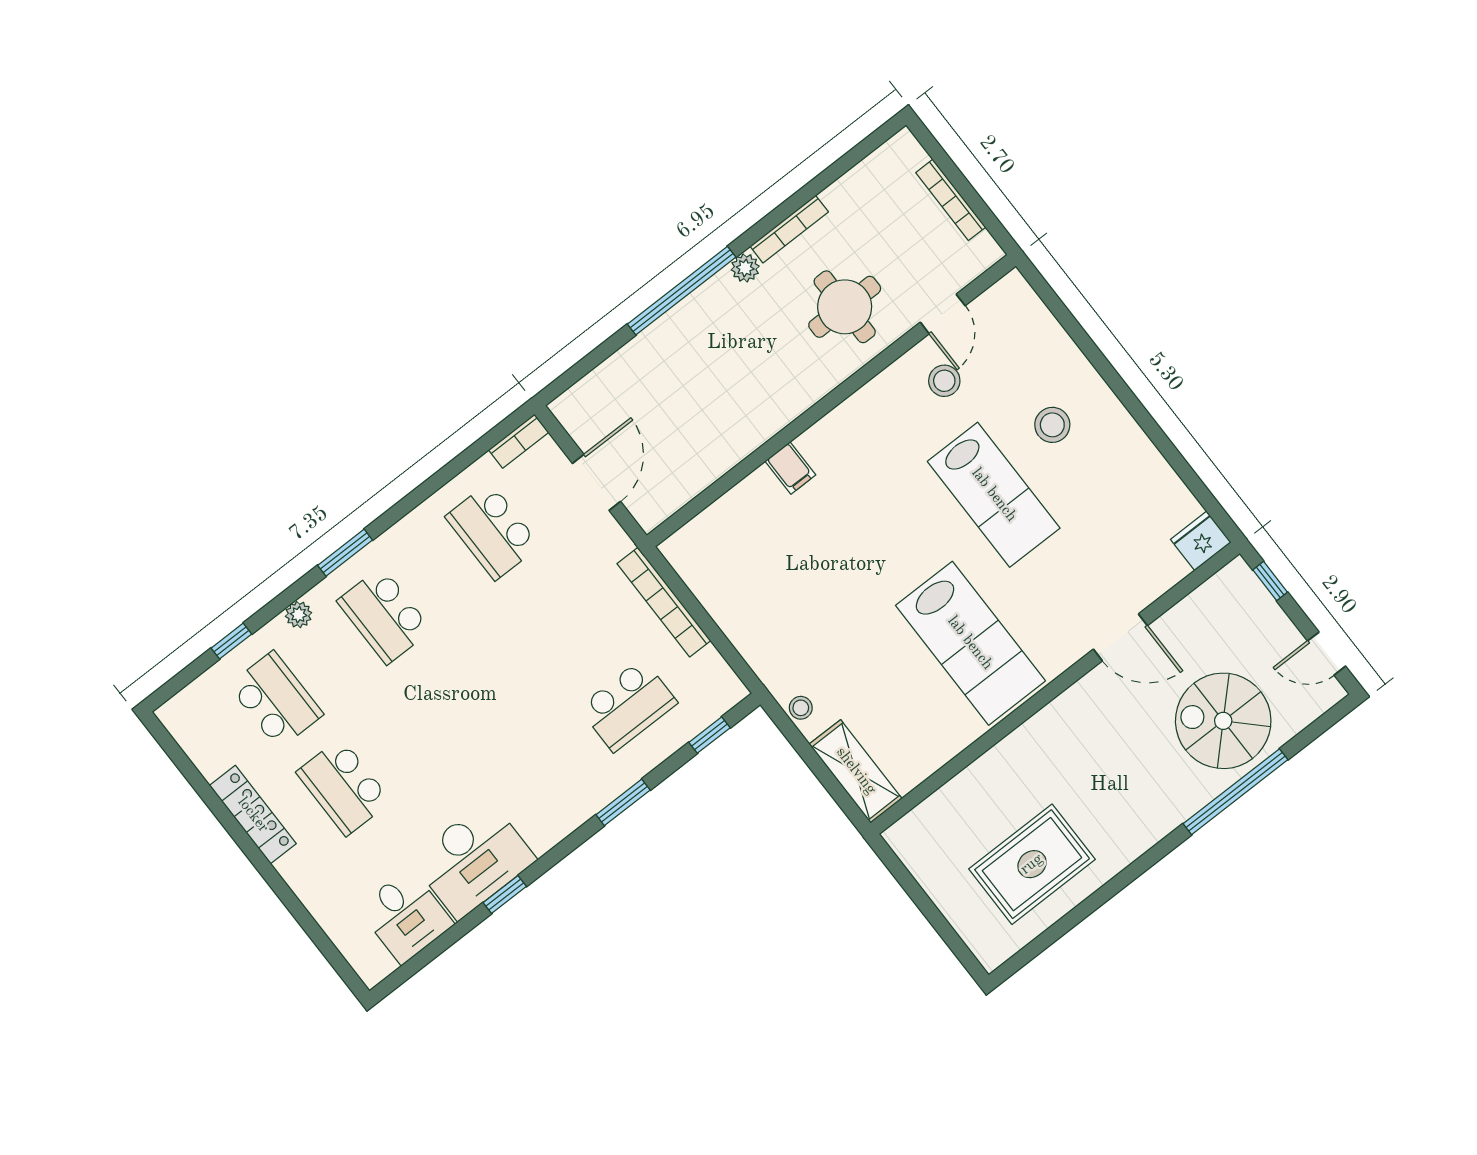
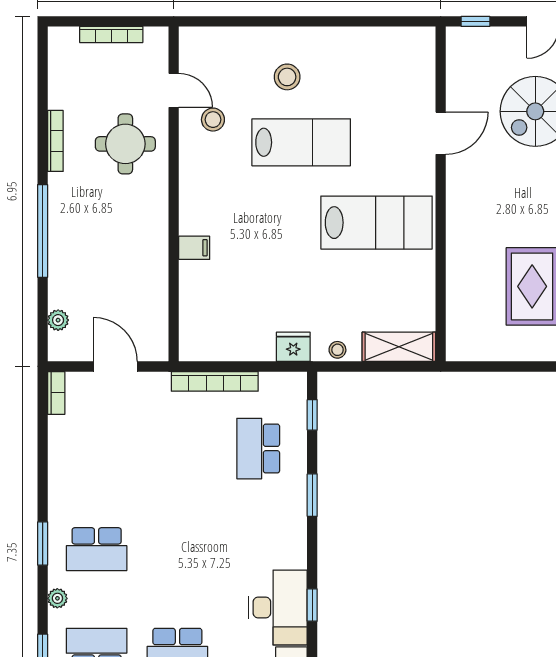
plant: (745, 268) -> (58, 320), moved
school desk: (493, 531) -> (97, 449), removed
fridge: (1201, 541) -> (293, 347), moved, turned 90
school desk: (628, 705) -> (258, 449), turned 180

